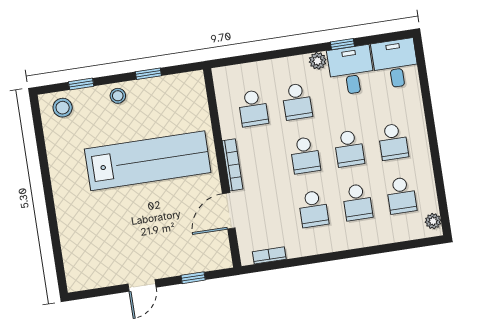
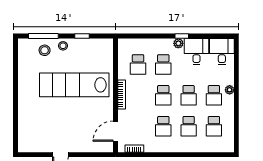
window: (342, 44) -> (182, 36), moved
window: (81, 84) -> (43, 36), width x2.17
stool: (63, 108) -> (45, 50), moved
lab bench: (148, 161) -> (74, 85), turned 180
door: (229, 211) -> (115, 131), moved
plant: (433, 221) -> (230, 90), moved
window: (193, 278) -> (90, 155), removed

